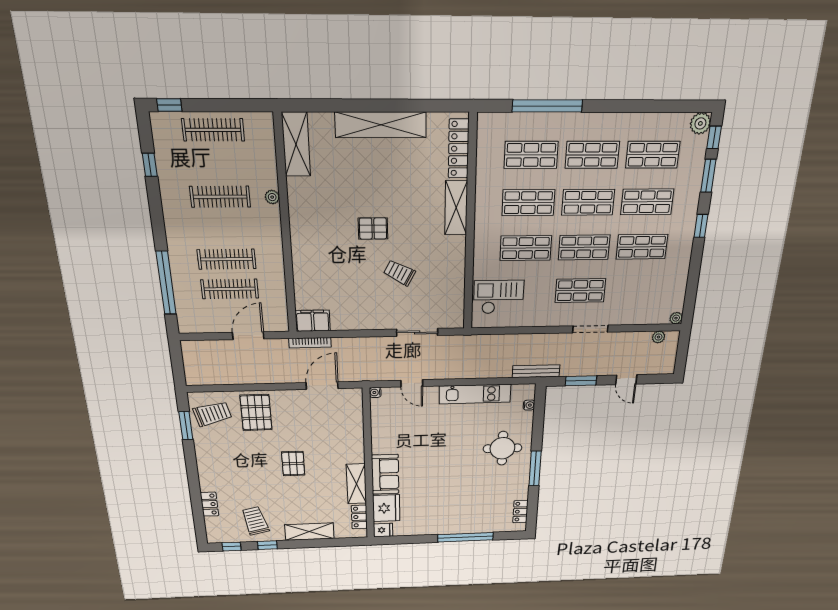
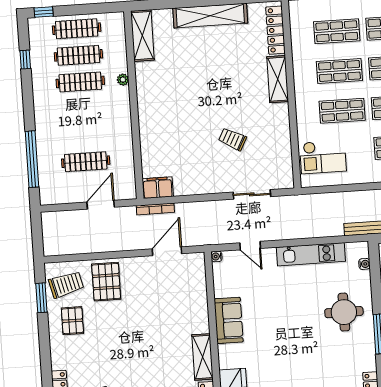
pallet: (373, 229) -> (208, 101), removed
clothes rail: (227, 259) -> (78, 55), moved
checkout: (499, 297) -> (323, 157), turned 180
pallet: (293, 464) -> (72, 321), moved
sofa: (385, 474) -> (229, 320), moved

